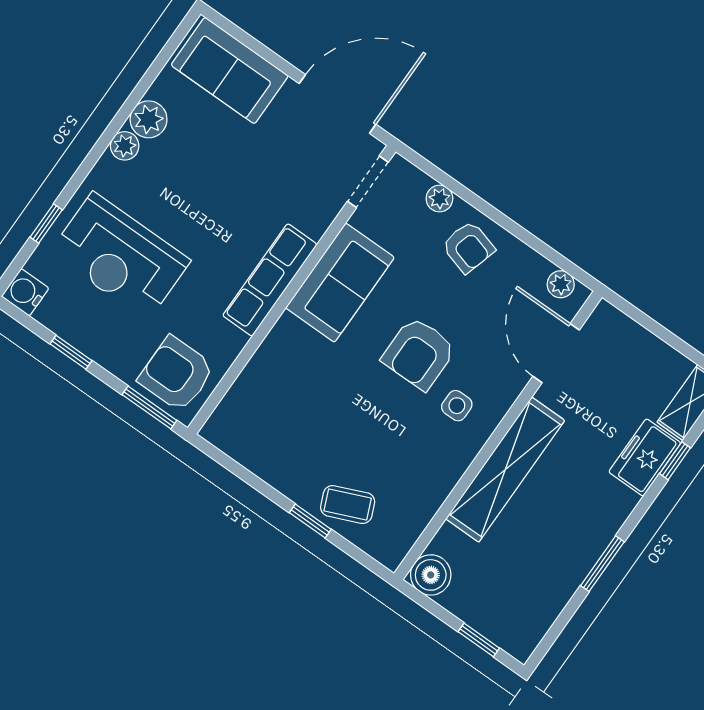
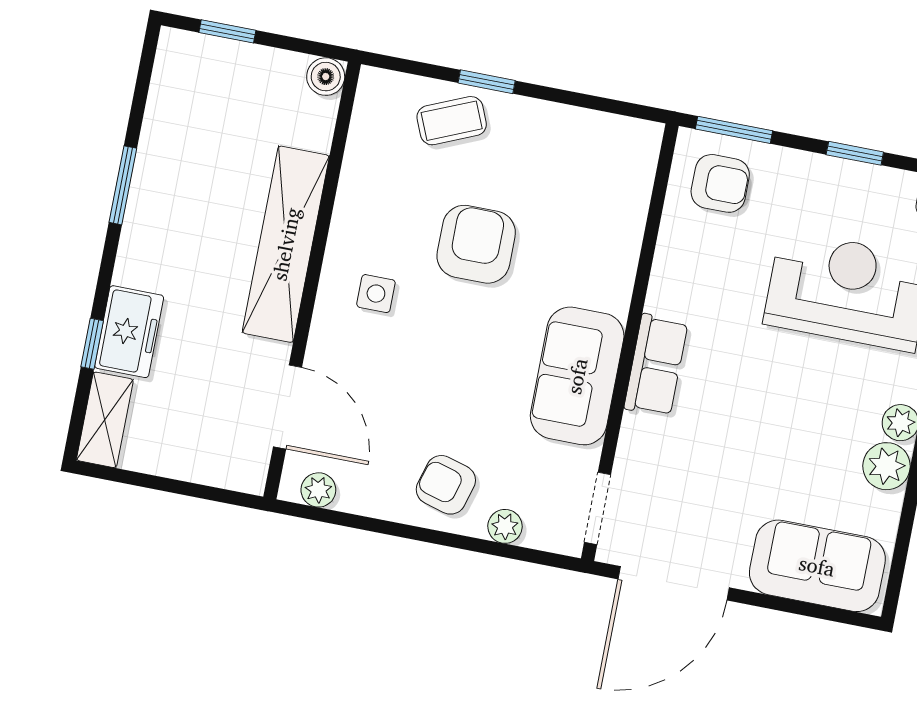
row of seats: (270, 280) -> (656, 365), width x0.68
armchair: (419, 353) -> (476, 244), moved
armchair: (176, 374) -> (720, 183), width x0.72, depth x0.72
boiler: (431, 575) -> (326, 77), width x0.73, depth x0.73

